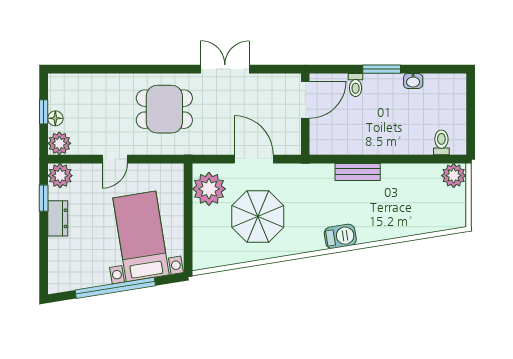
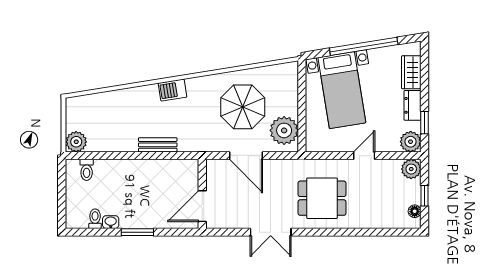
toilet: (356, 85) -> (95, 219), moved
floor lamp: (55, 118) -> (415, 211), moved
wardrobe: (59, 257) -> (411, 72), added

